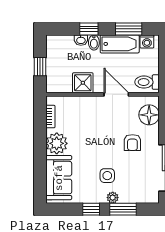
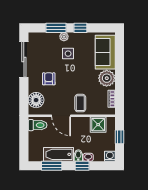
washing machine: (147, 41) -> (110, 156), moved
shower: (83, 83) -> (98, 125), moved
coffee table: (91, 111) -> (80, 103), added

